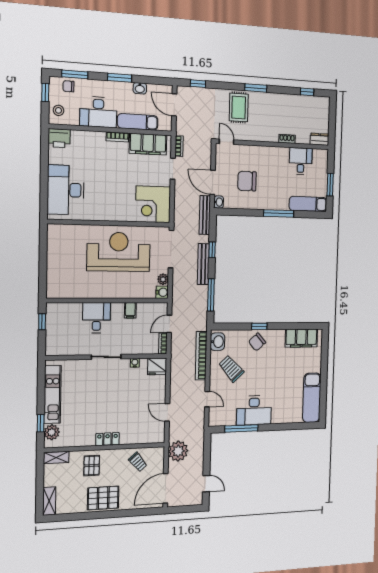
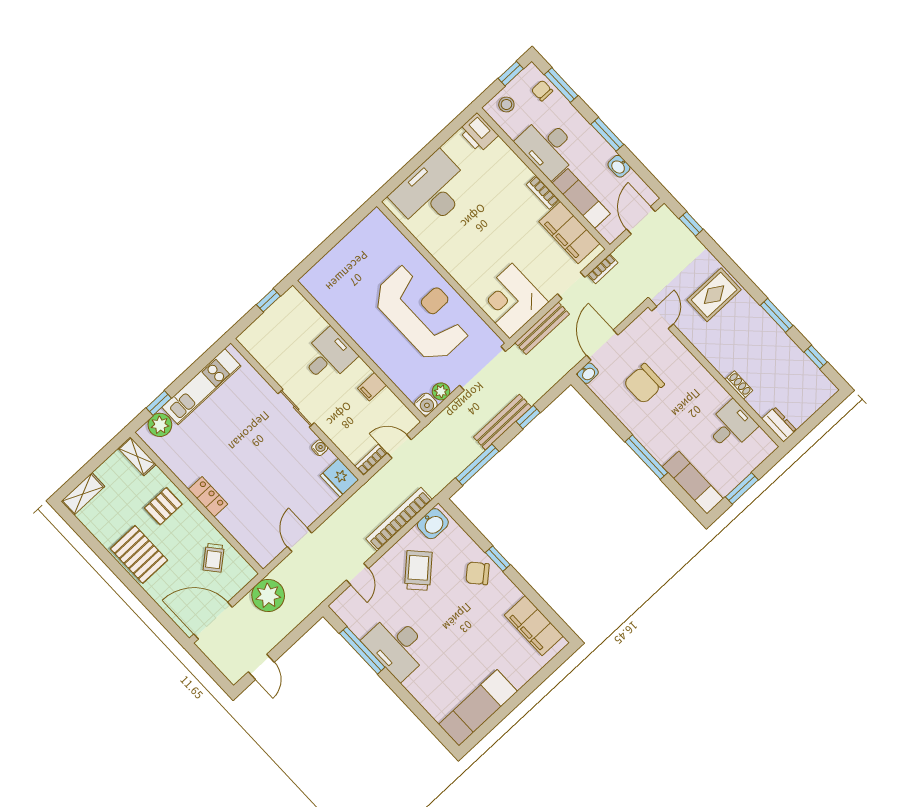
window: (256, 88) -> (777, 315), moved
chair: (247, 181) -> (644, 384), turned -90
bench: (205, 215) -> (542, 328), moved

